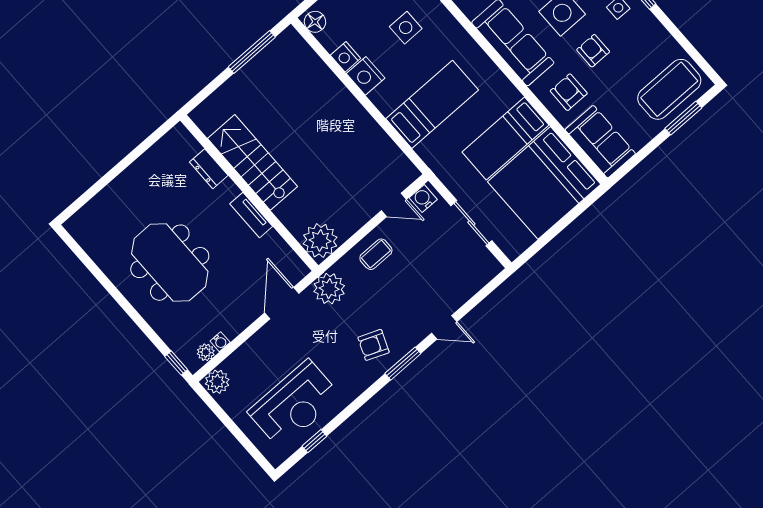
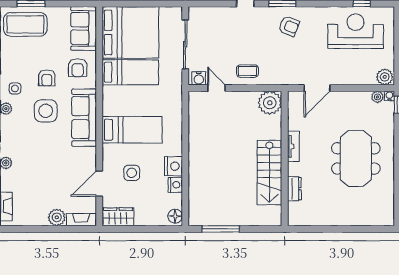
bed: (432, 104) -> (132, 130), moved, turned 180
sliding door: (471, 223) -> (185, 44), width x1.37
plant: (329, 289) -> (287, 74), removed
water cooler: (220, 342) -> (389, 96), moved

